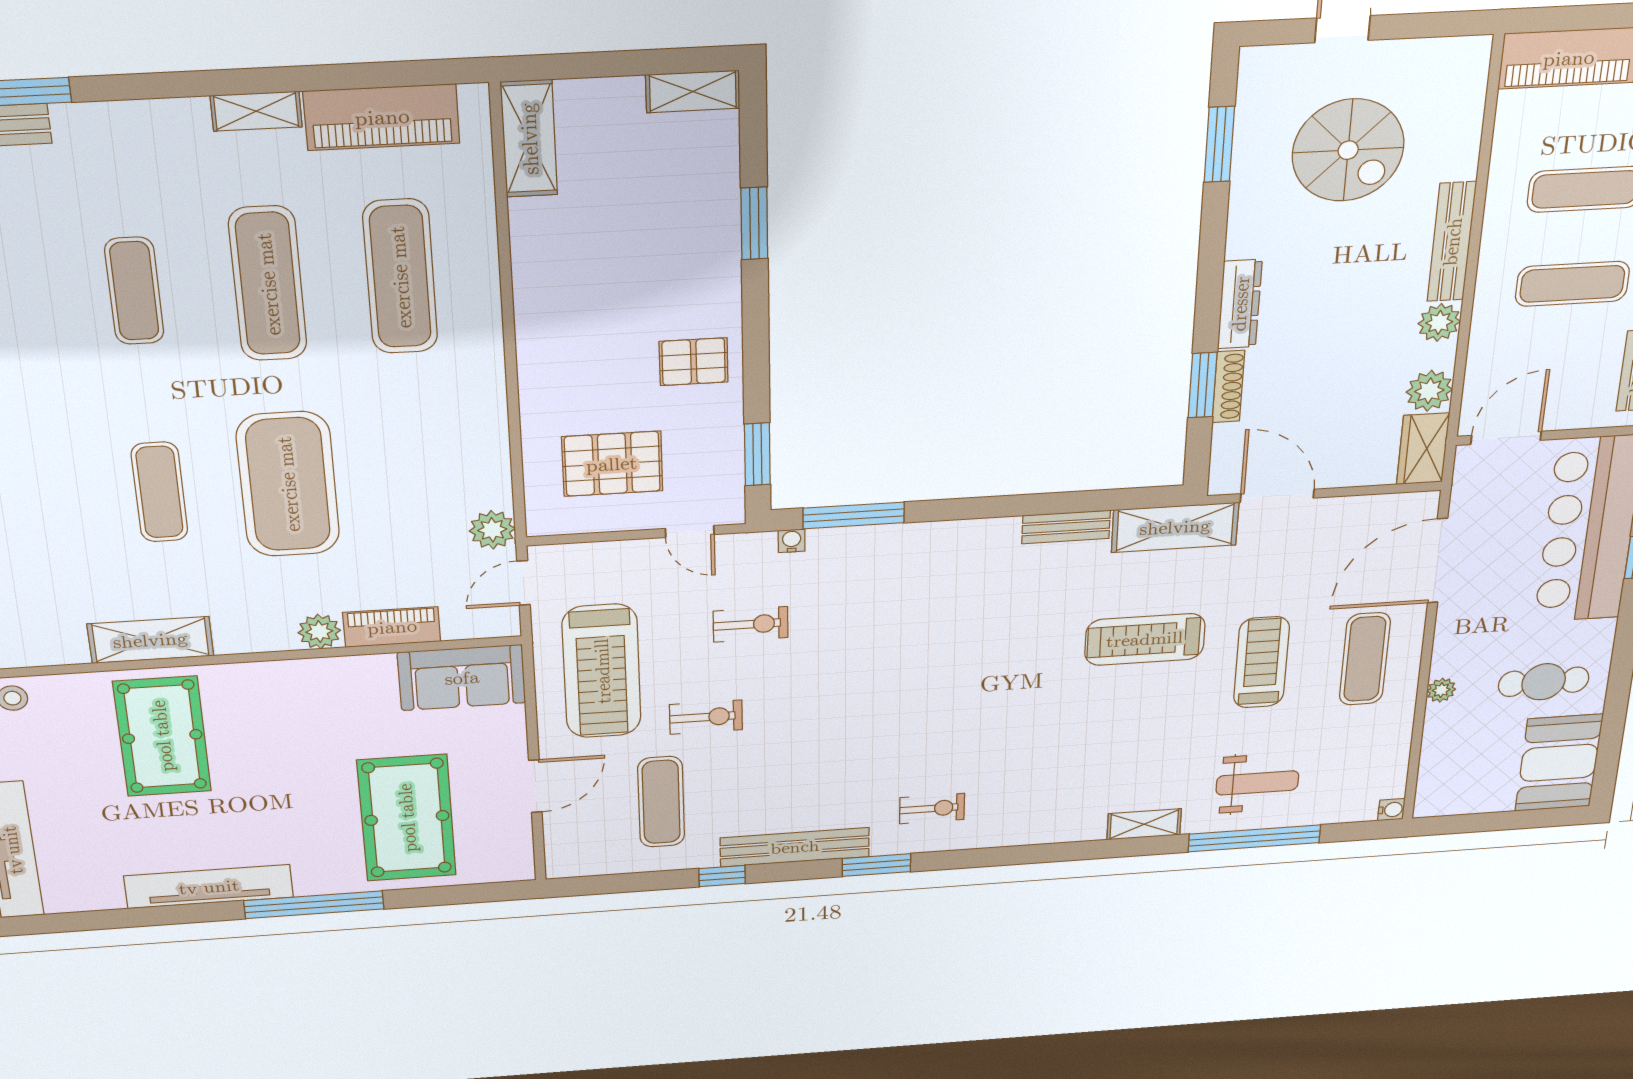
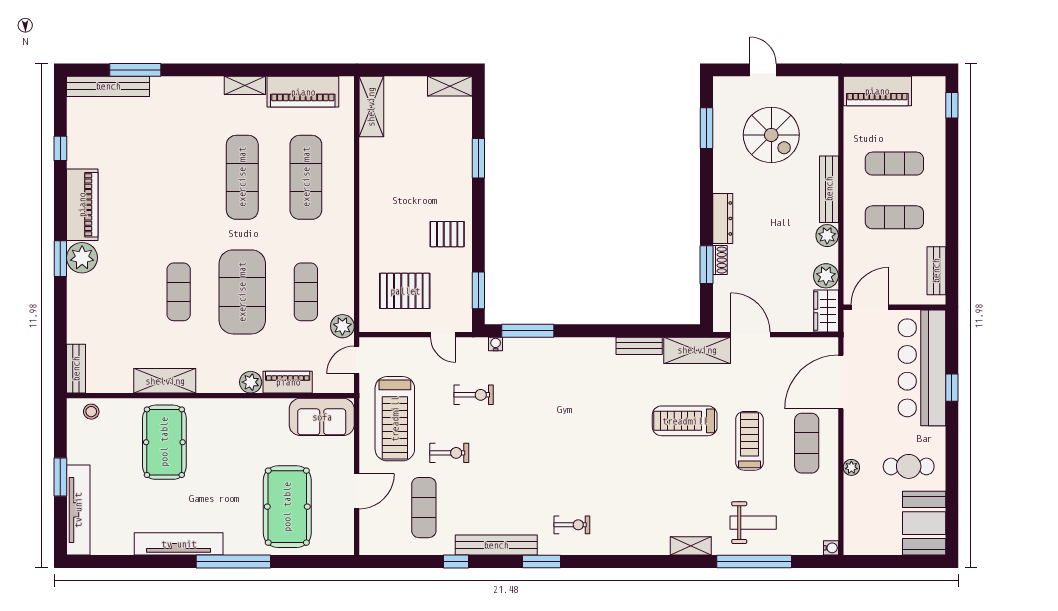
exercise mat: (134, 291) -> (306, 292), moved
shoe rack: (1228, 387) -> (720, 260), width x0.70

